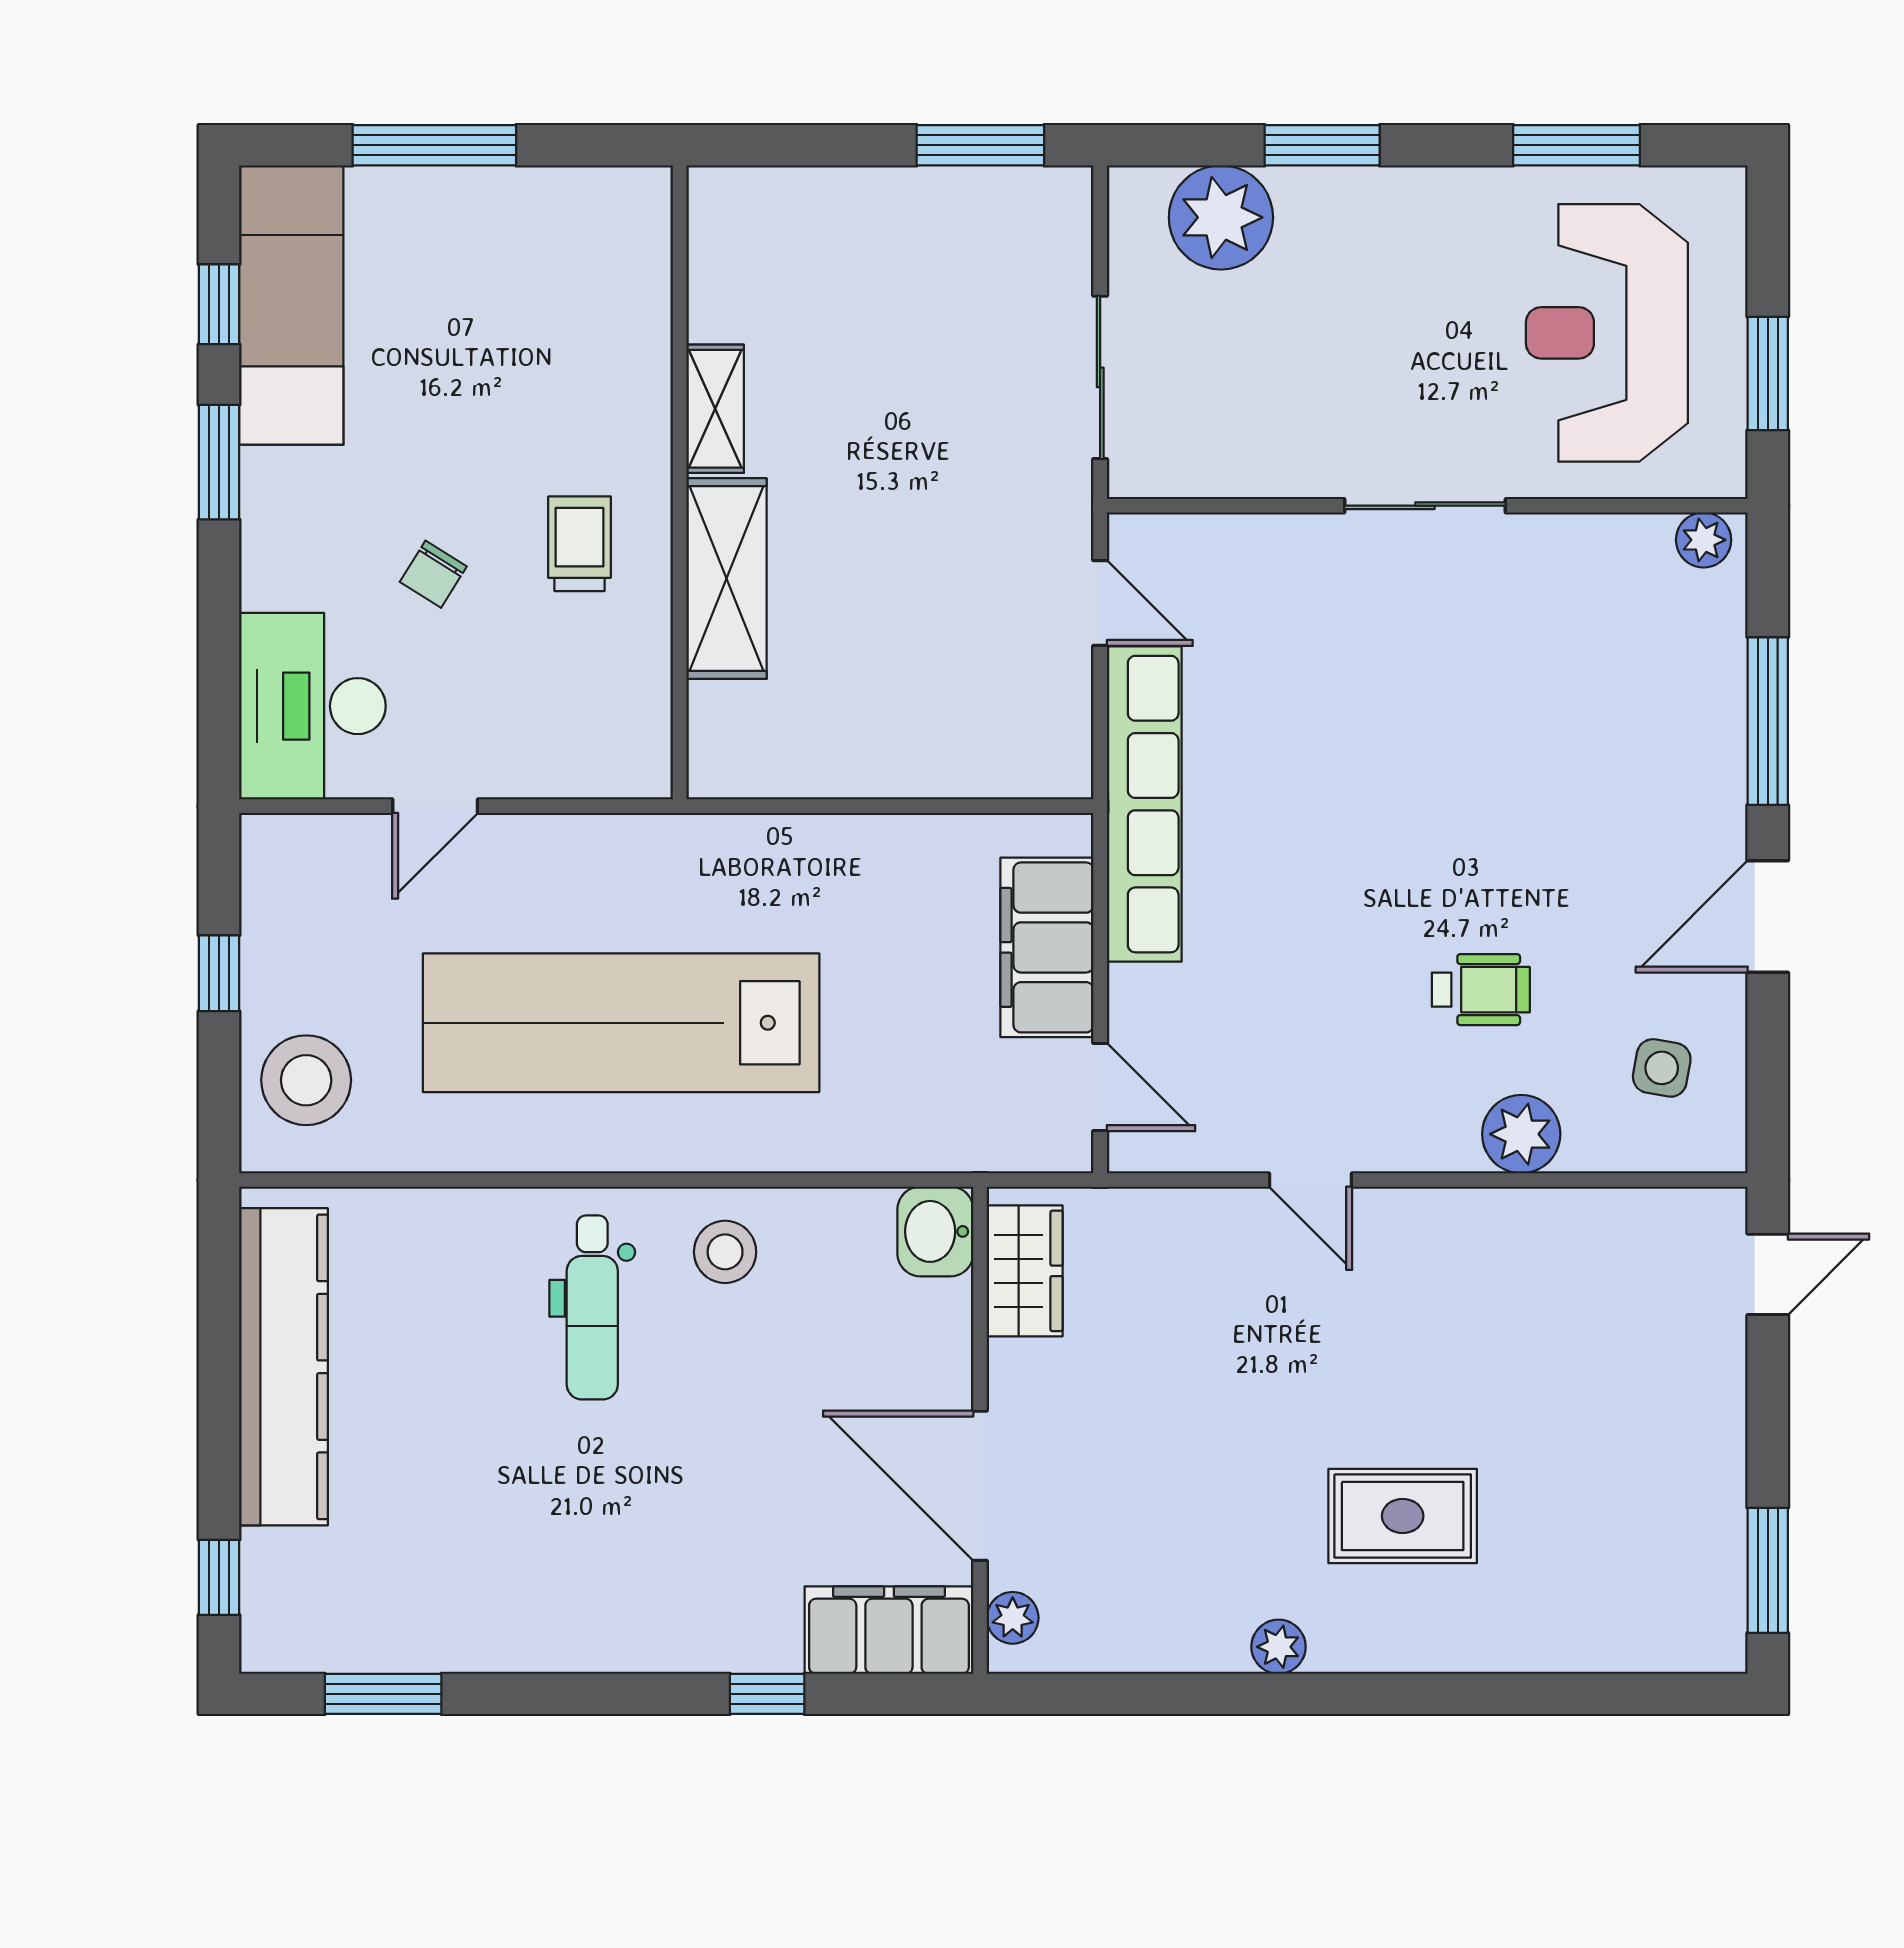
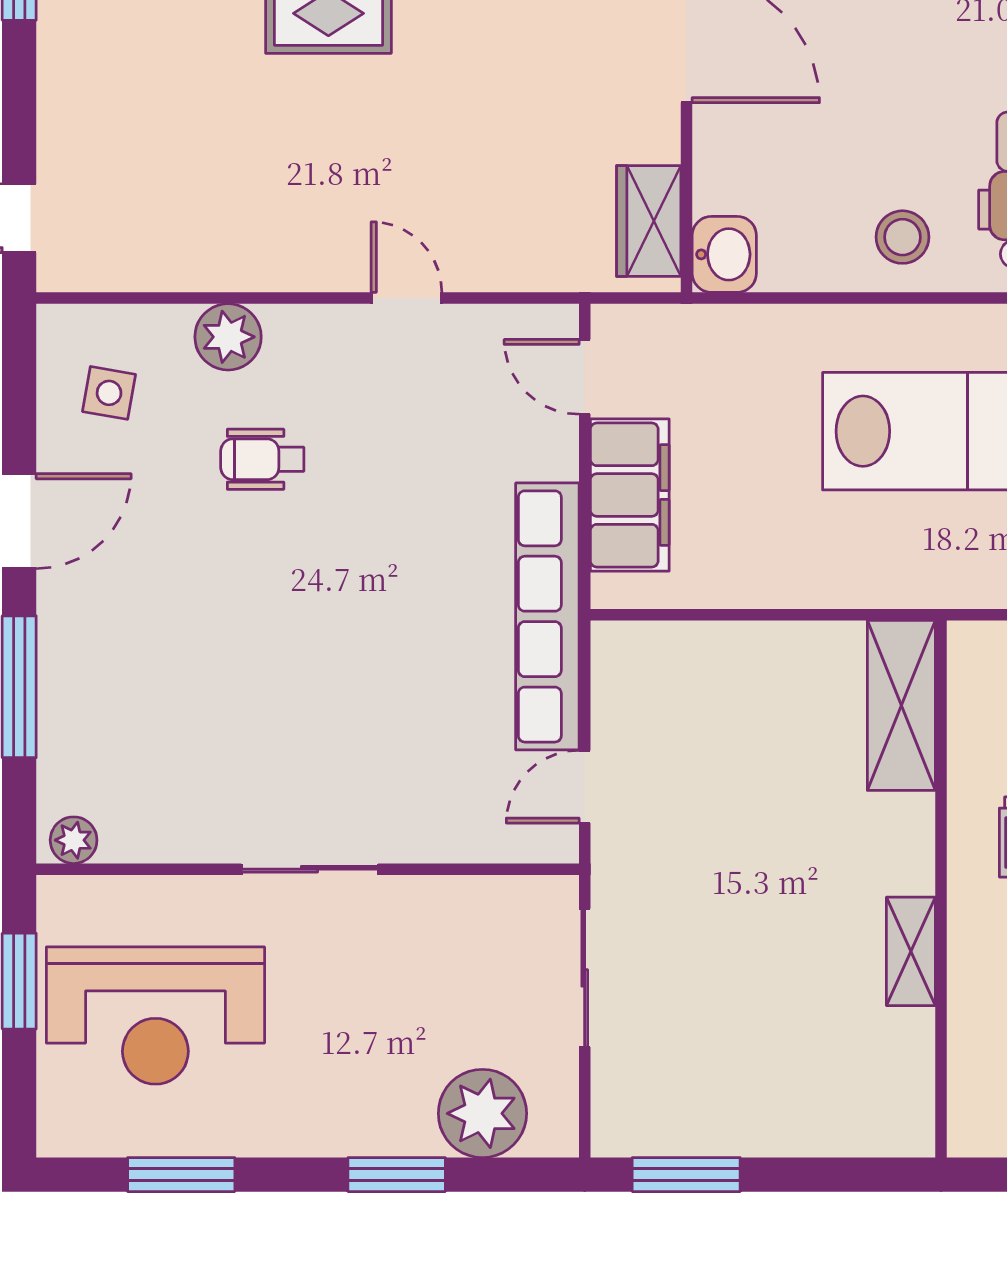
reception desk: (1607, 333) -> (155, 1016), turned 90
shelving: (726, 579) -> (901, 705), moved
door: (1100, 603) -> (585, 787), hinge flipped

